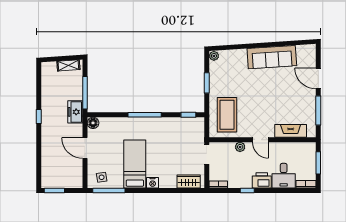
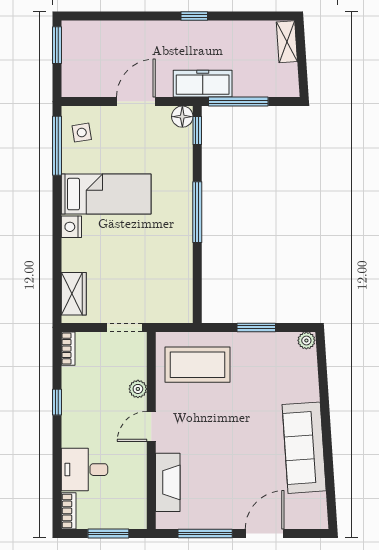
shelving: (68, 65) -> (287, 42), moved
freezer: (75, 112) -> (203, 84), width x1.40
window: (188, 115) -> (197, 131), moved
printer: (262, 180) -> (76, 429), removed

